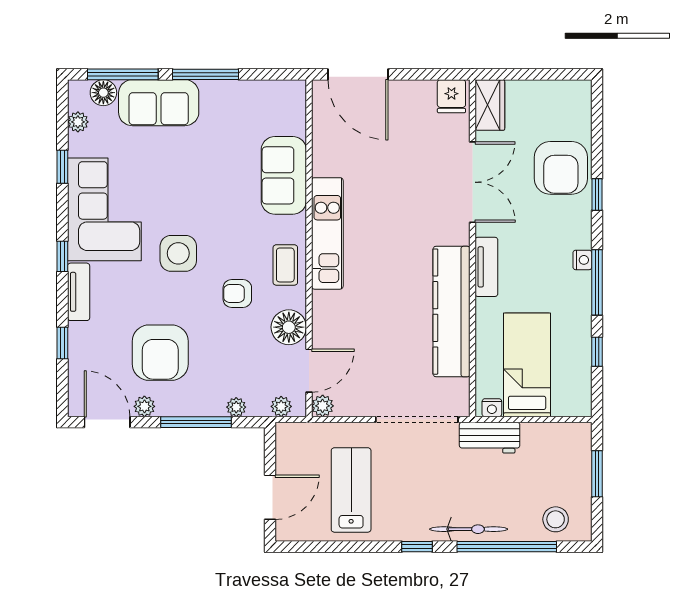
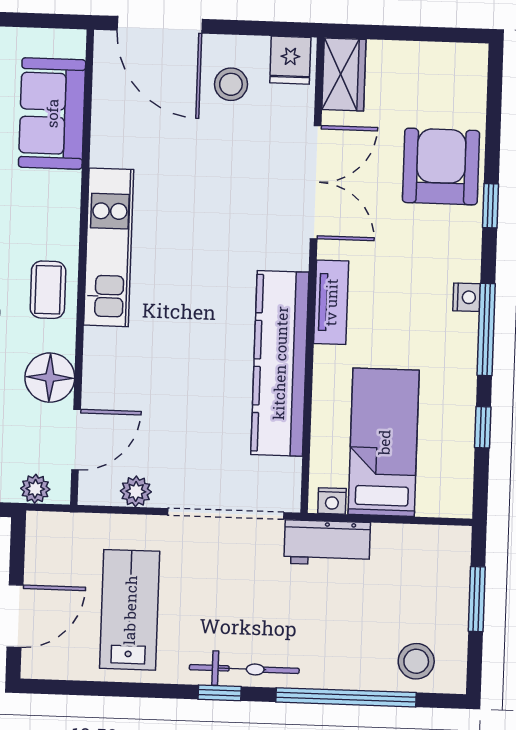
stool: (410, 115) -> (231, 84), added
armchair: (561, 168) -> (441, 167), turned 180
sofa: (284, 175) -> (52, 113), moved
plant: (323, 406) -> (136, 491), moved
bicycle: (469, 529) -> (244, 669), moved

